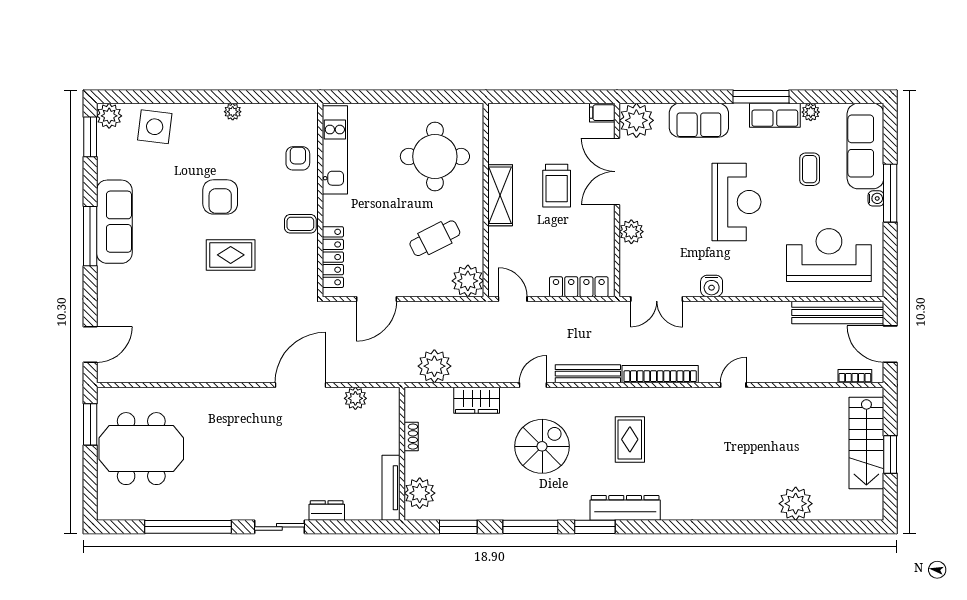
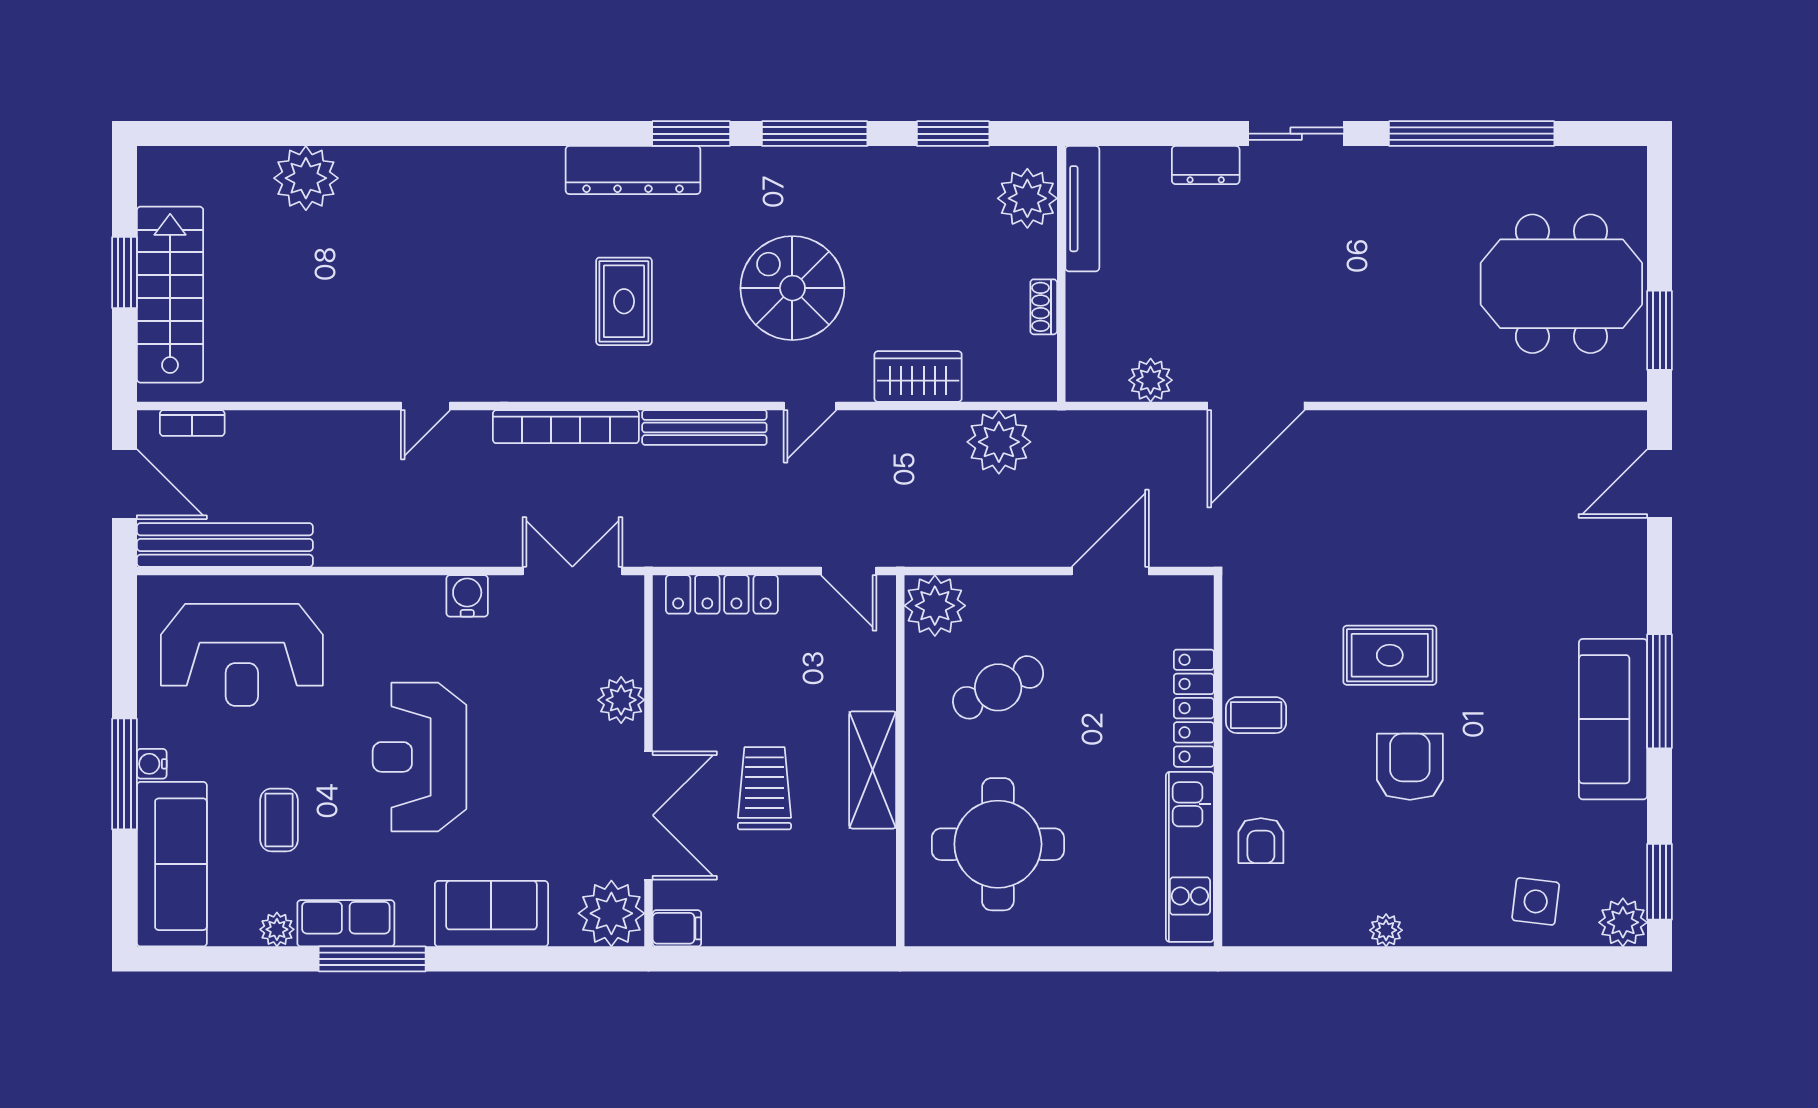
side table: (155, 127) -> (1536, 901), width x0.73, depth x0.73
locker: (333, 257) -> (1194, 708), moved
spiral stairs: (542, 446) -> (792, 288), turned 90

